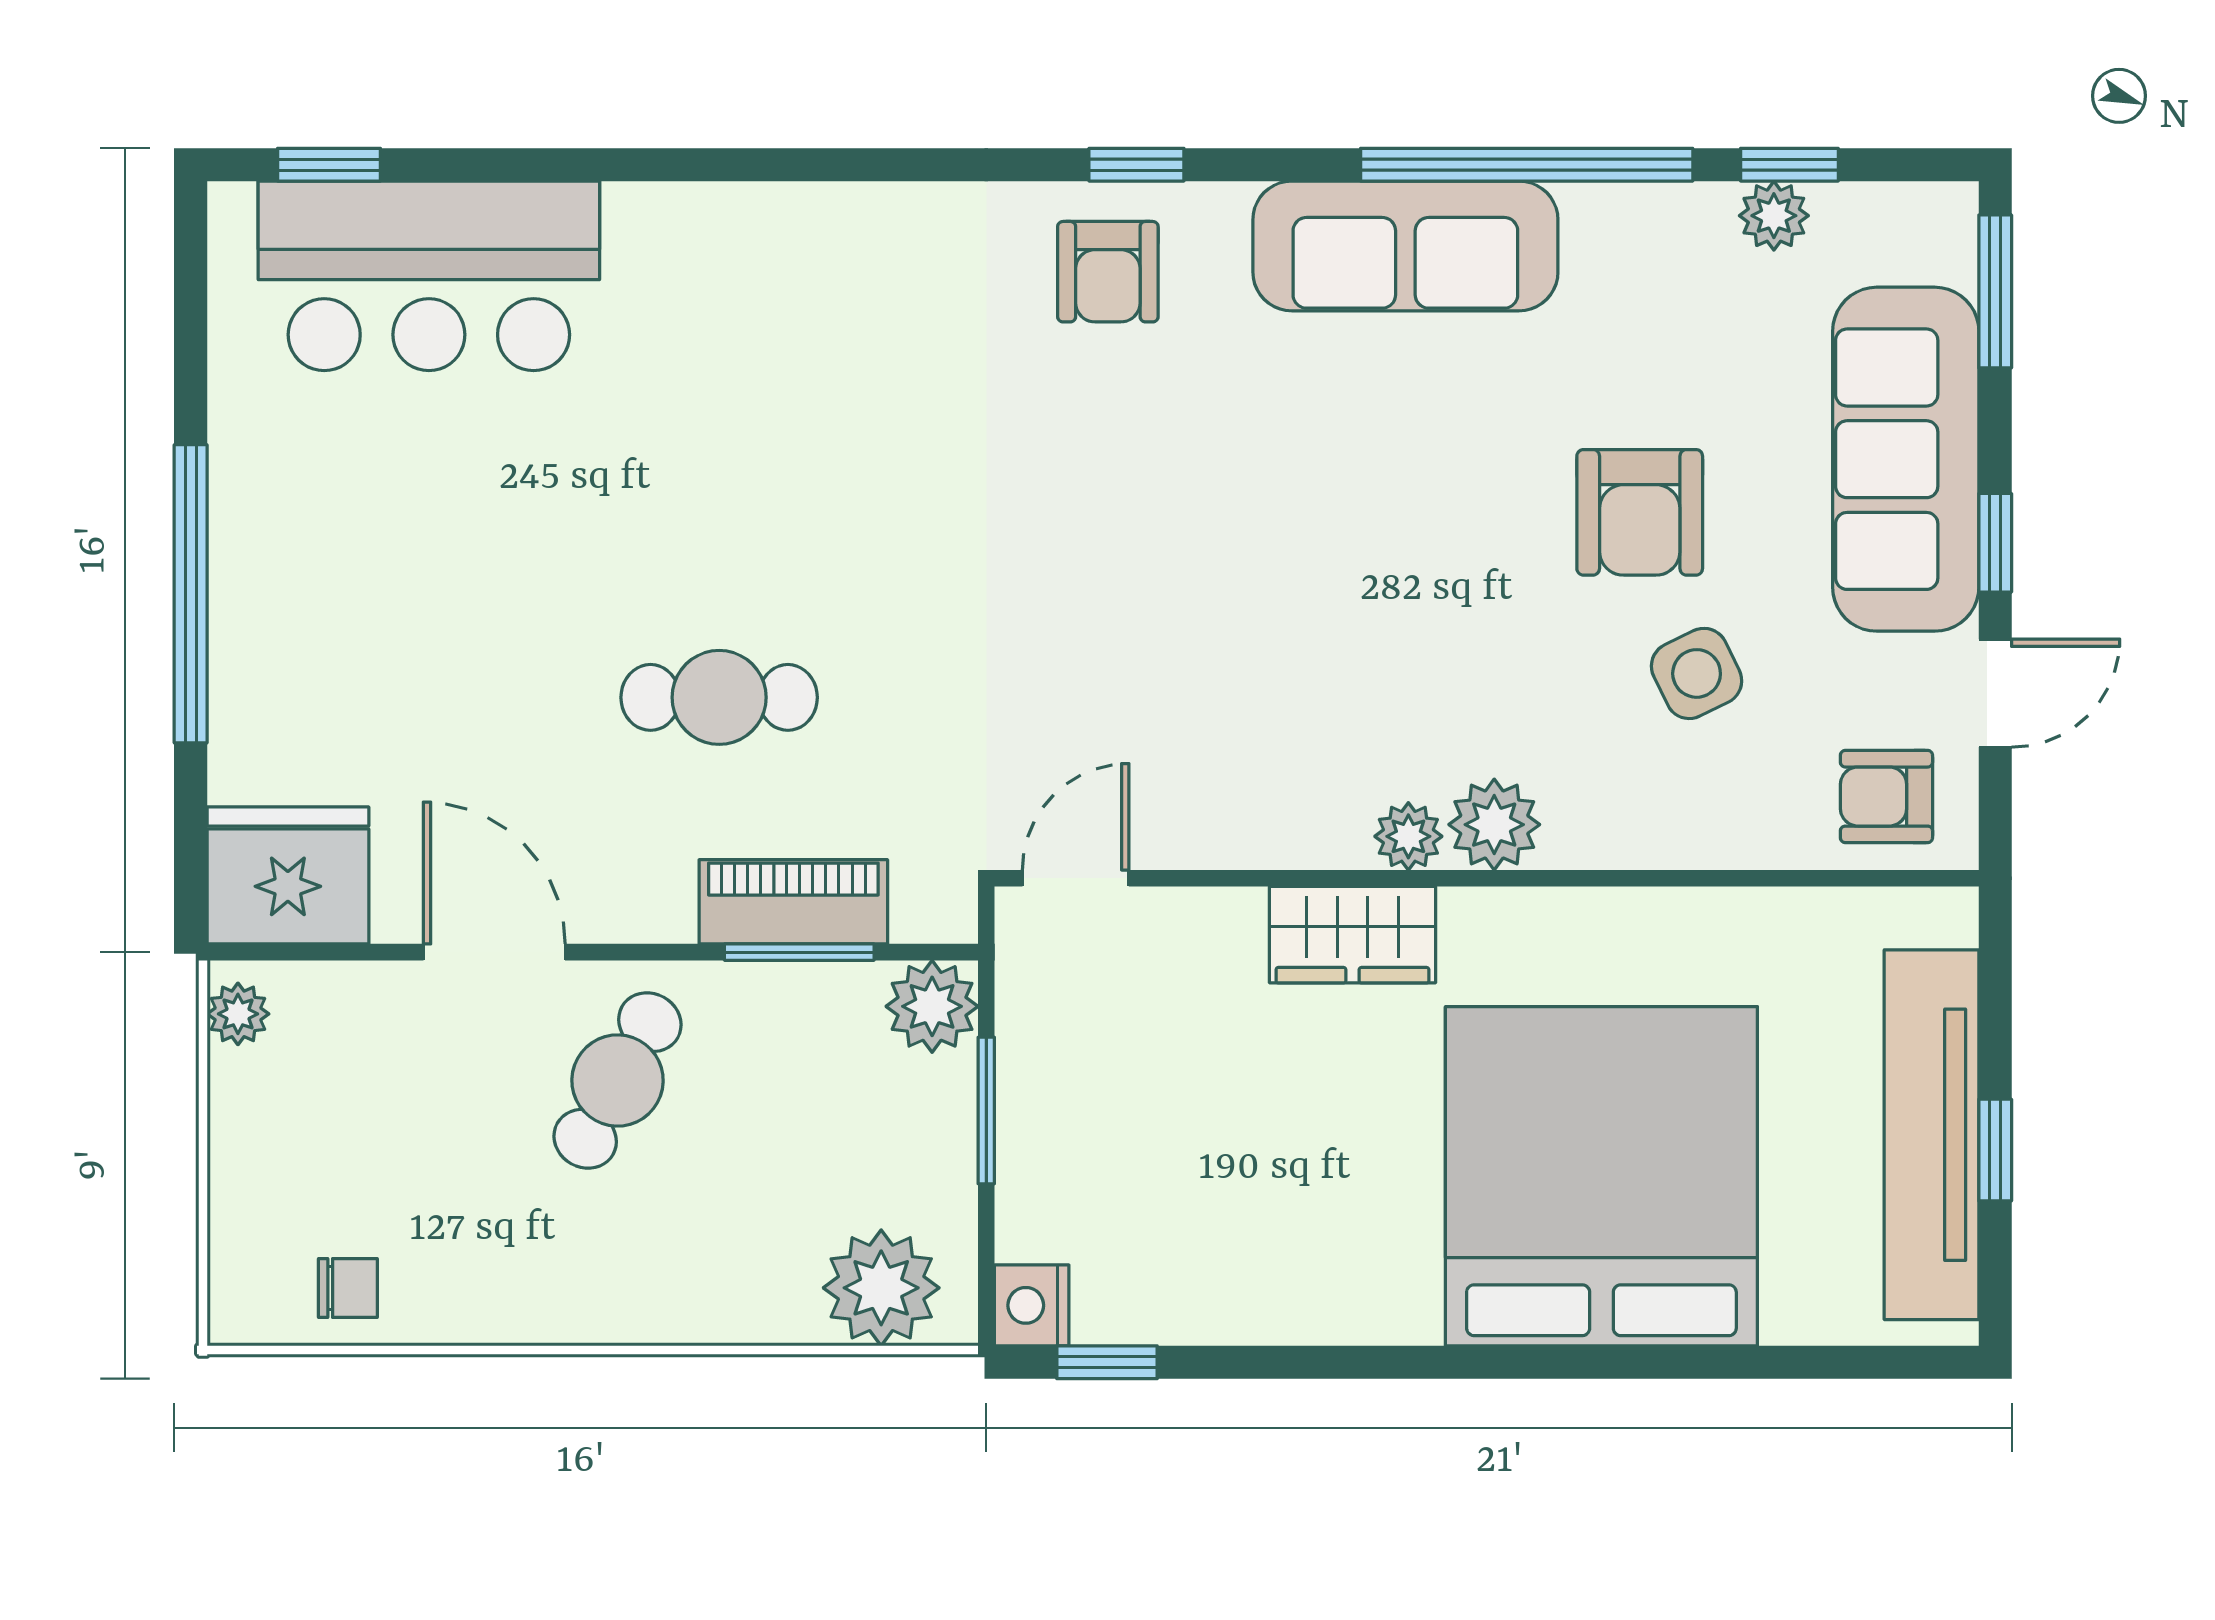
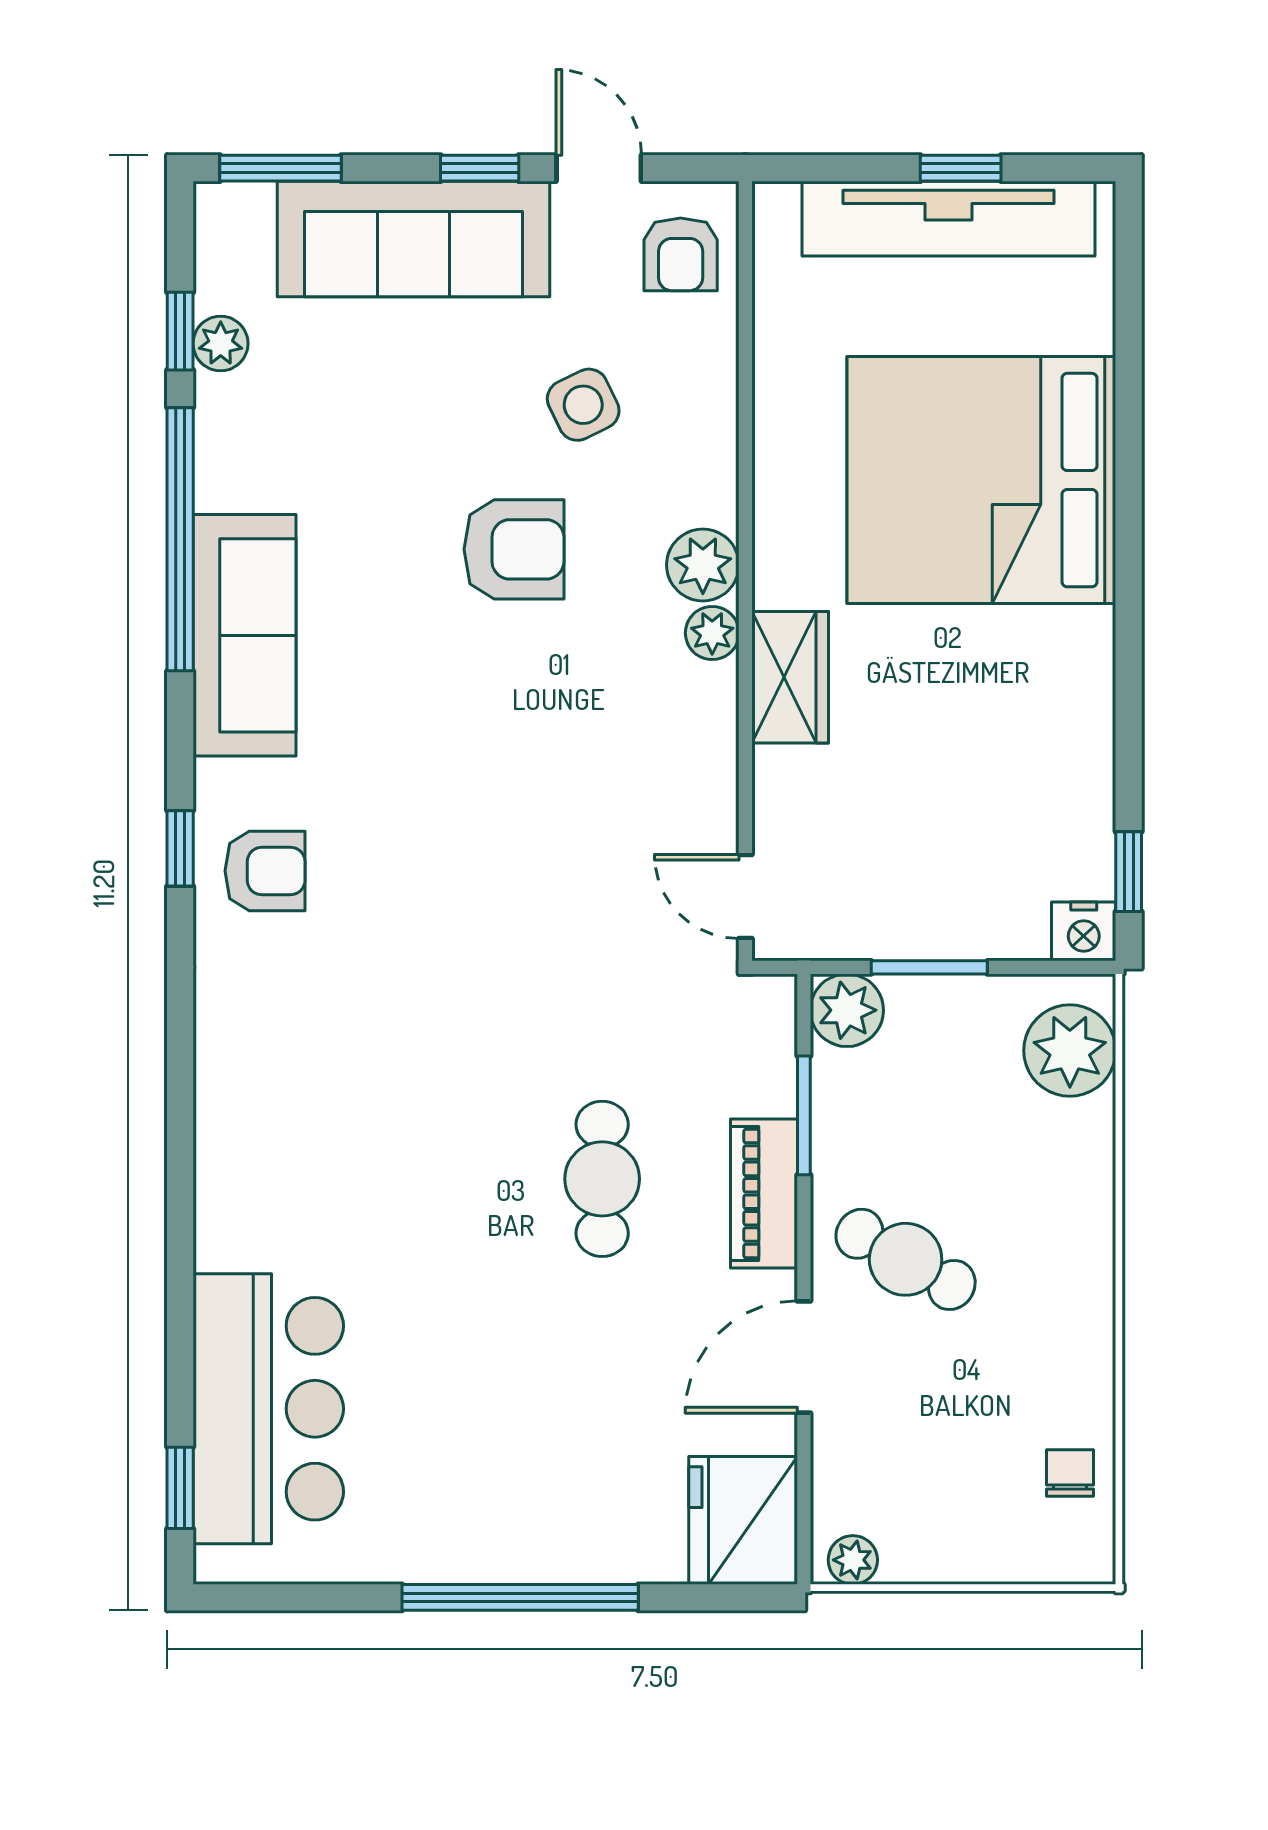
armchair: (1640, 512) -> (514, 549), moved
piano: (793, 902) -> (764, 1194), moved

